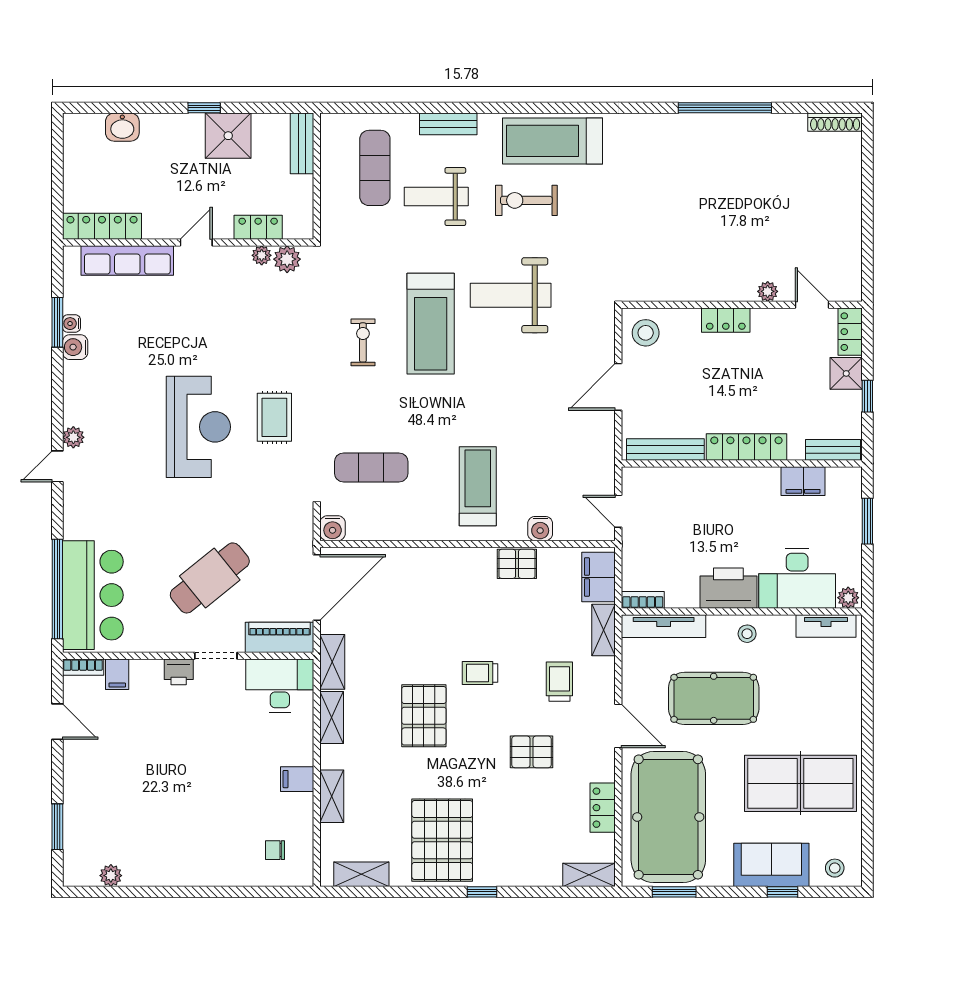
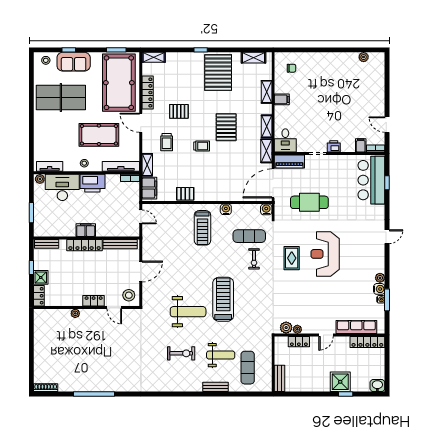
window: (204, 108) -> (346, 394), moved
washbasin: (122, 127) -> (377, 386), moved
shower: (228, 136) -> (340, 382), moved
treadmill: (553, 141) -> (170, 379), removed
door: (812, 305) -> (114, 308), moved
exercise bike: (363, 342) -> (254, 259), moved
plant: (73, 437) -> (380, 278), moved
filing cabinet: (803, 481) -> (86, 230), moved
water cooler: (540, 529) -> (226, 209), moved
cafe table: (210, 578) -> (309, 202), moved, turned 39
window: (57, 589) -> (387, 183), width x0.32
desk: (280, 686) -> (285, 140), width x0.73
locker: (603, 808) -> (148, 93), width x1.53
window: (57, 827) -> (387, 78), removed

